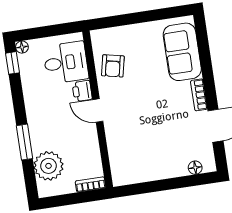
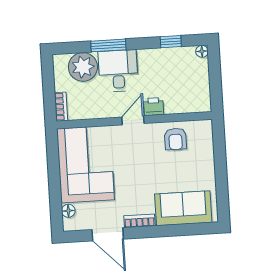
window: (12, 63) -> (171, 42), moved
desk: (66, 63) -> (118, 71), moved, turned 180
armchair: (113, 66) -> (175, 139), turned -102
corner sofa: (147, 155) -> (85, 164), added

